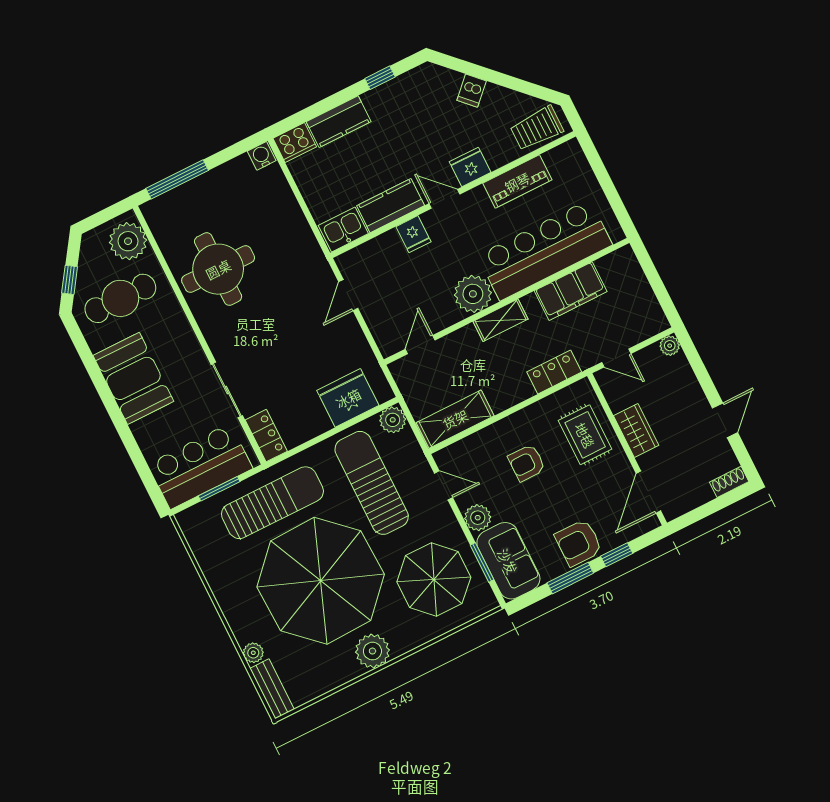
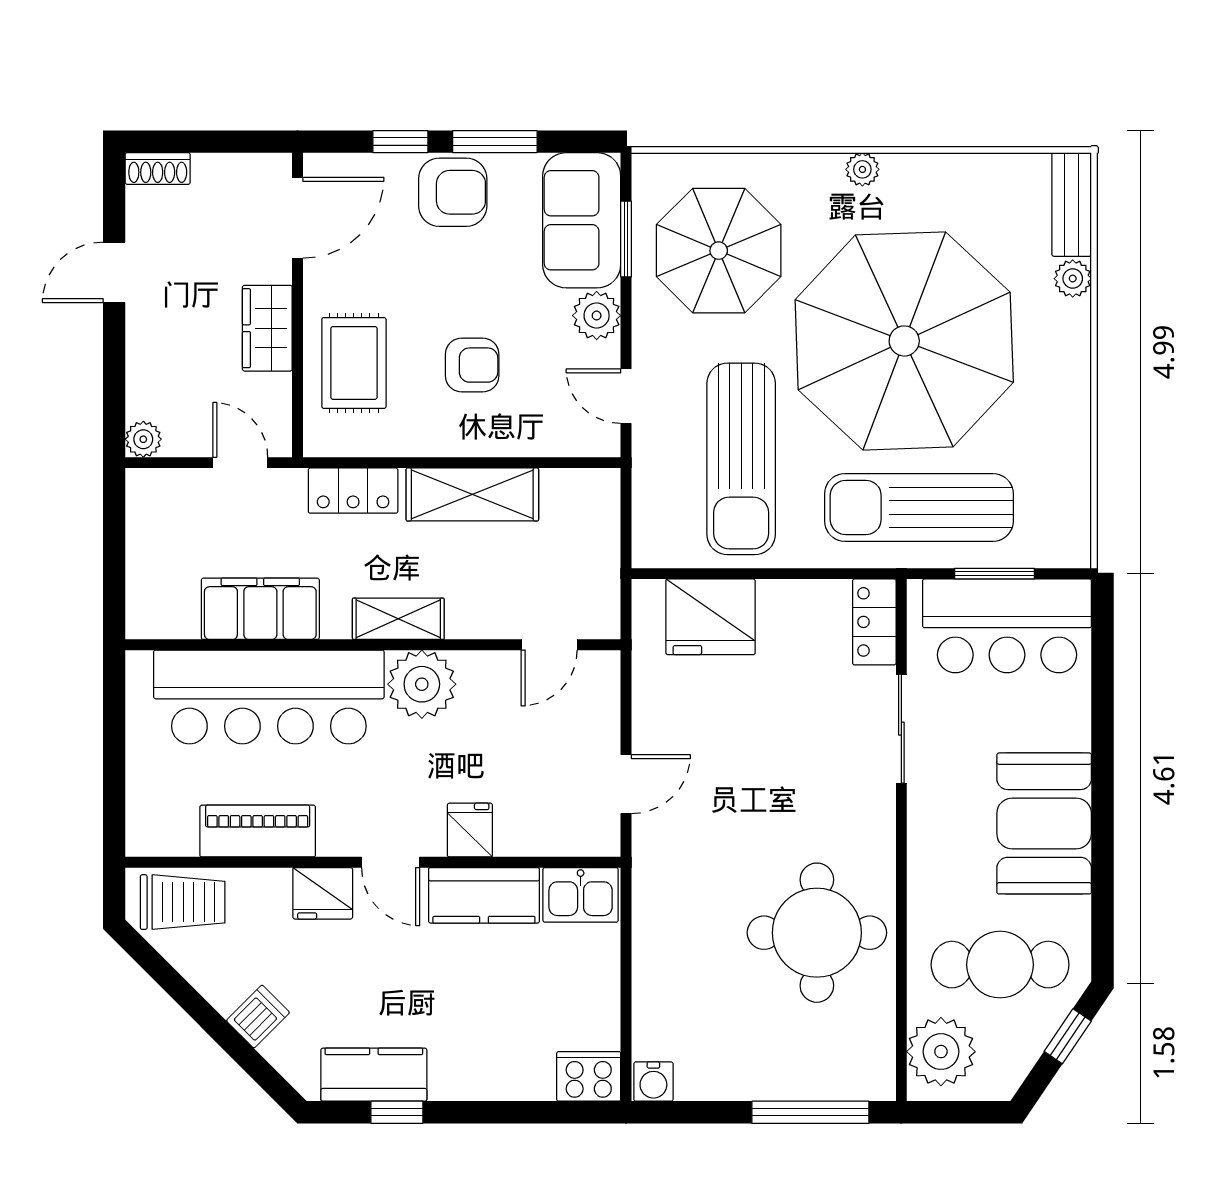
kitchen counter: (339, 122) -> (374, 1075), moved
shelving: (455, 419) -> (472, 494), moved
plant: (393, 420) -> (655, 544), removed
plant: (372, 651) -> (862, 169), width x0.53, depth x0.53

